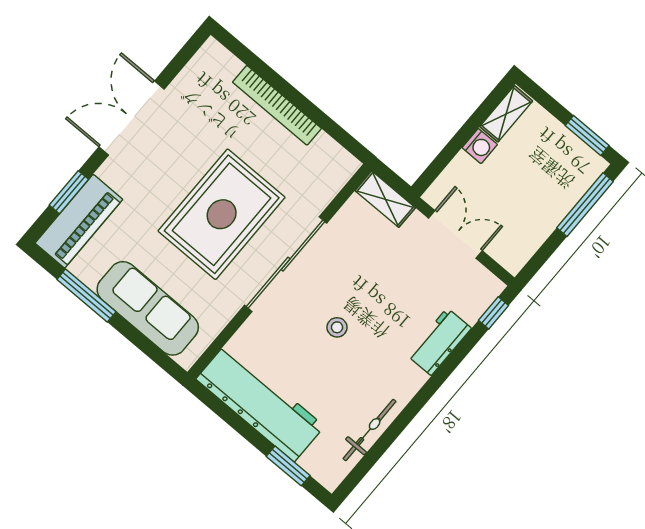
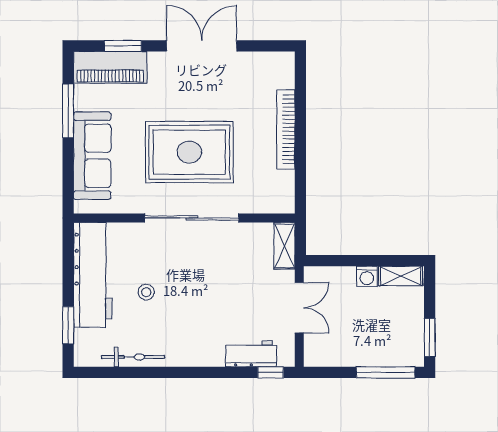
stool: (337, 327) -> (146, 292), moved
workbench: (439, 342) -> (251, 354), moved

